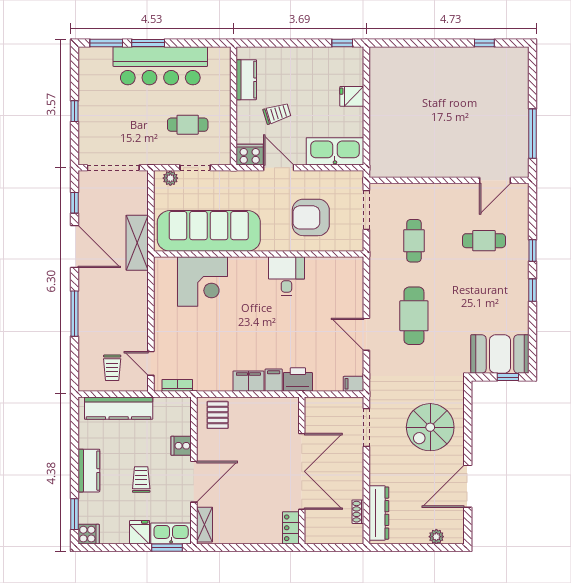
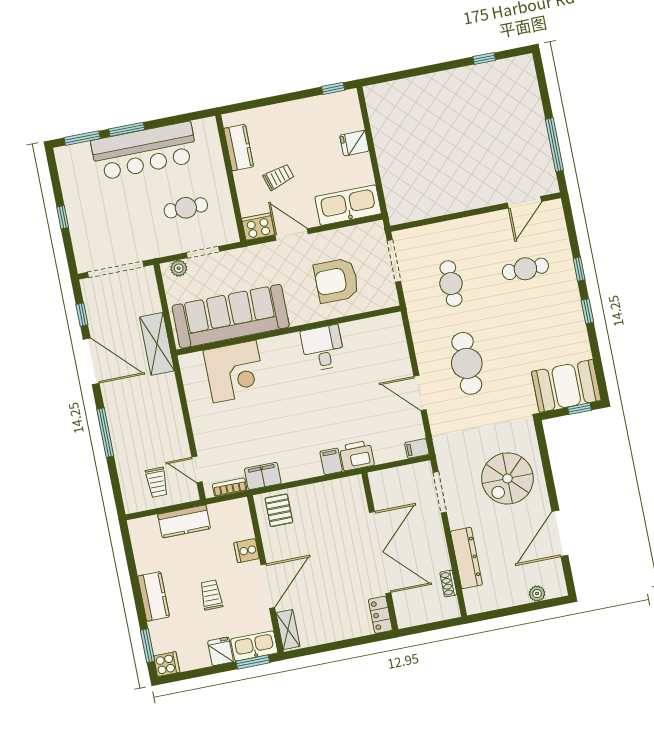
filing cabinet: (248, 381) -> (263, 476), moved
kitchen counter: (119, 408) -> (184, 521), width x0.67
dresser: (379, 513) -> (466, 558), moved

